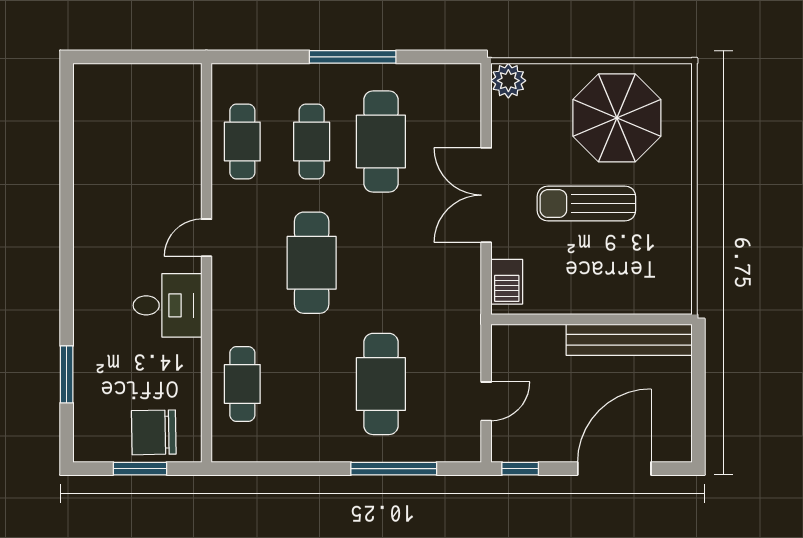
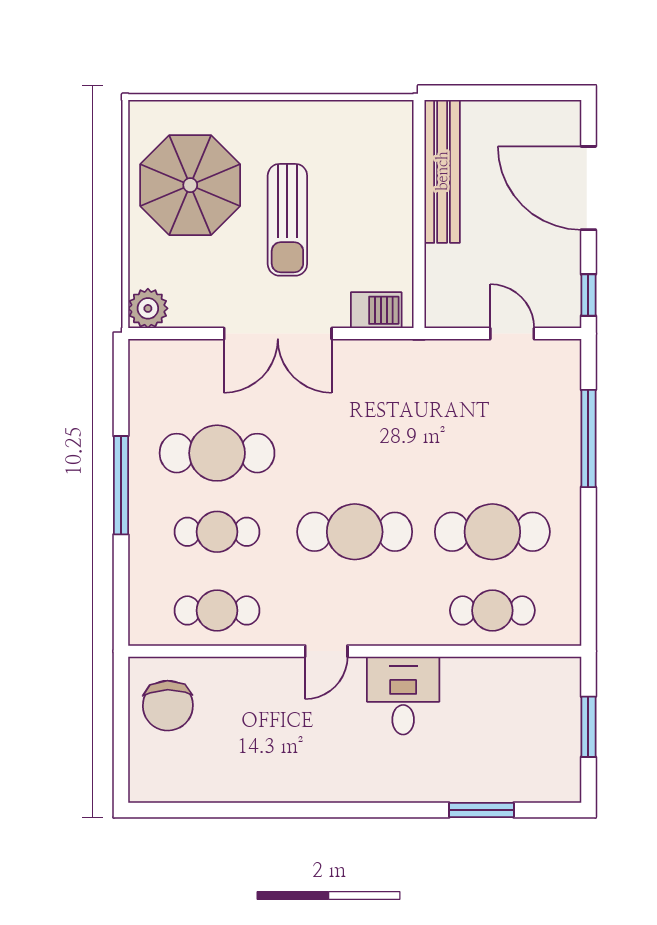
door: (206, 238) -> (326, 651), hinge flipped
cafe table: (381, 384) -> (492, 532), moved
chair: (154, 432) -> (168, 706), moved

